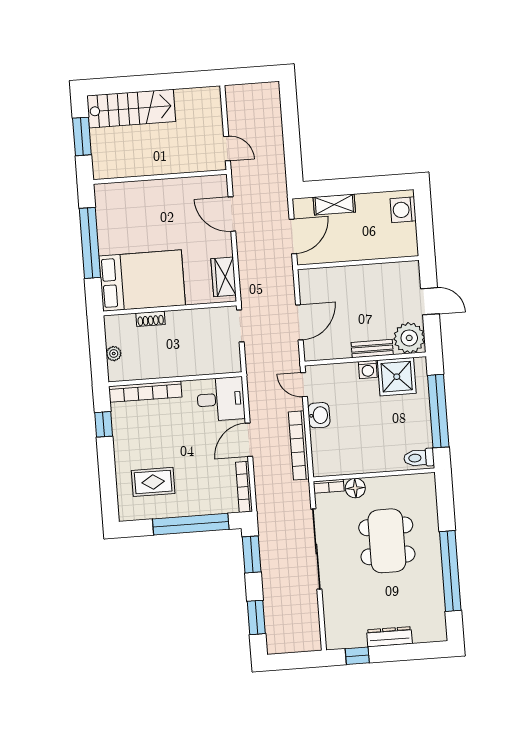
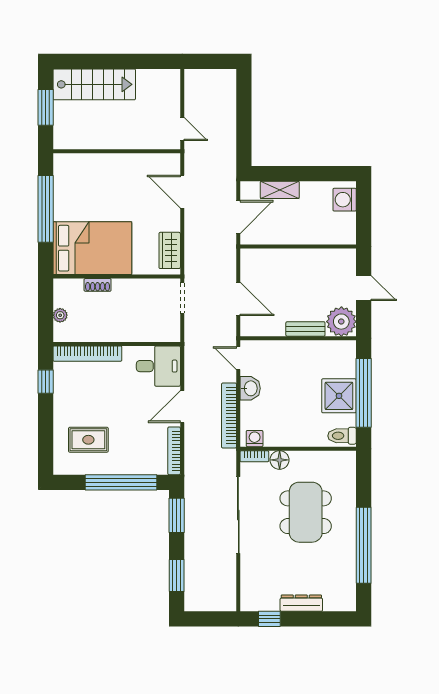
door: (299, 322) -> (238, 299), hinge flipped
washing machine: (368, 369) -> (255, 439), moved, turned 180
shower: (397, 377) -> (339, 396), moved

